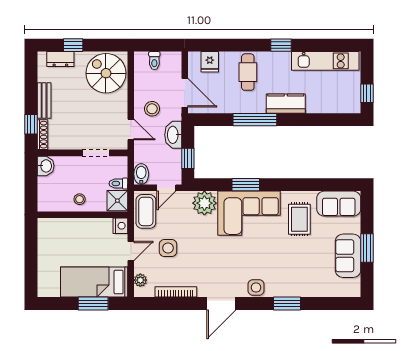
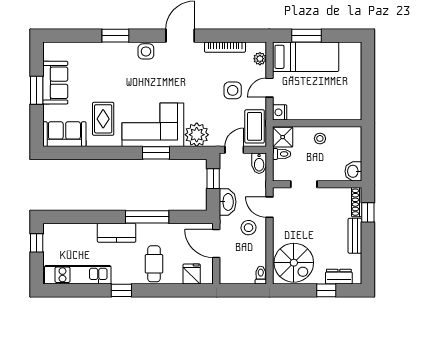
toilet: (154, 61) -> (261, 275), moved

